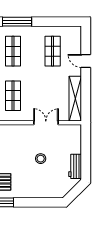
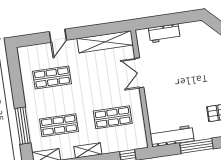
stool: (41, 159) -> (184, 73), removed
workbench: (75, 166) -> (164, 33), moved

